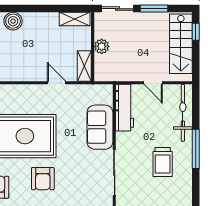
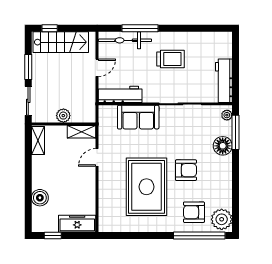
window: (196, 149) -> (140, 28), moved

